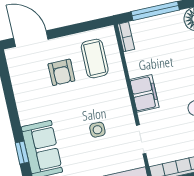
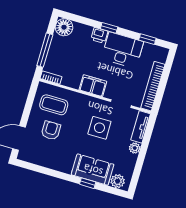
armchair: (61, 72) -> (51, 130), turned -90
side table: (97, 130) -> (99, 128), width x1.87, depth x1.87

